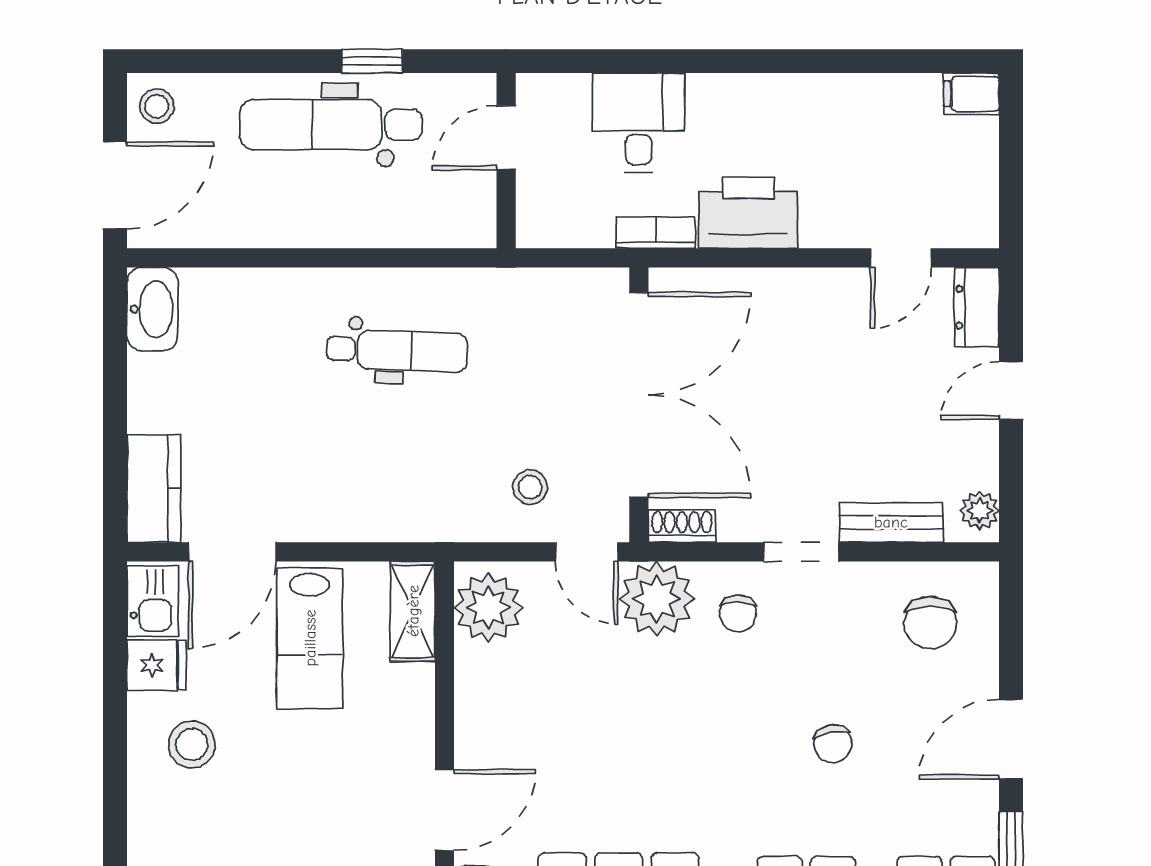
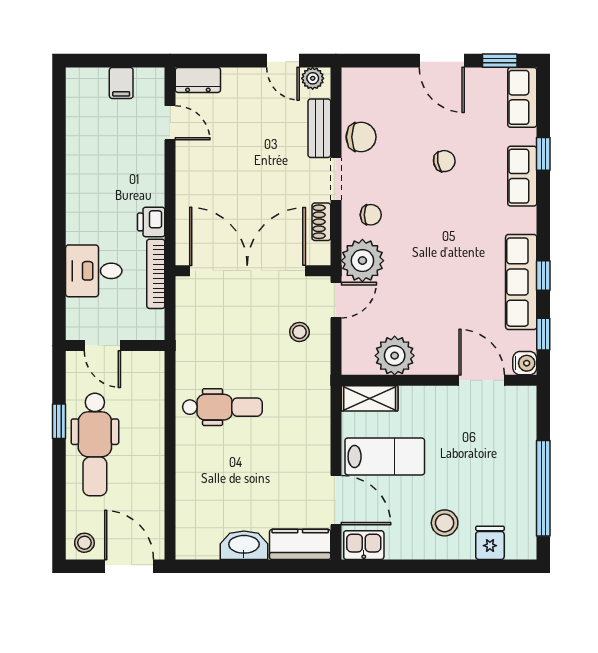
filing cabinet: (971, 94) -> (121, 83), moved
printer: (748, 213) -> (151, 222), width x0.53, depth x0.68
bookcase: (655, 233) -> (156, 274), width x1.56
washbasin: (152, 309) -> (244, 545), moved
dental chair: (397, 351) -> (222, 407), turned 88
door: (1011, 390) -> (283, 61), moved
shoe rack: (682, 526) -> (321, 222), moved
plant: (488, 608) -> (395, 356), moved
chair: (930, 623) -> (361, 137), moved
fridge: (157, 665) -> (490, 543), moved

